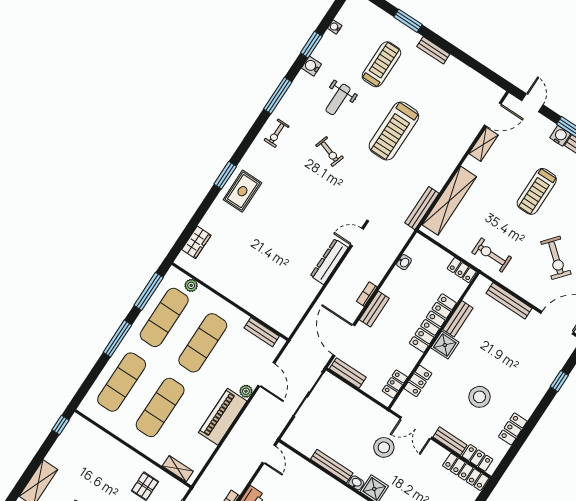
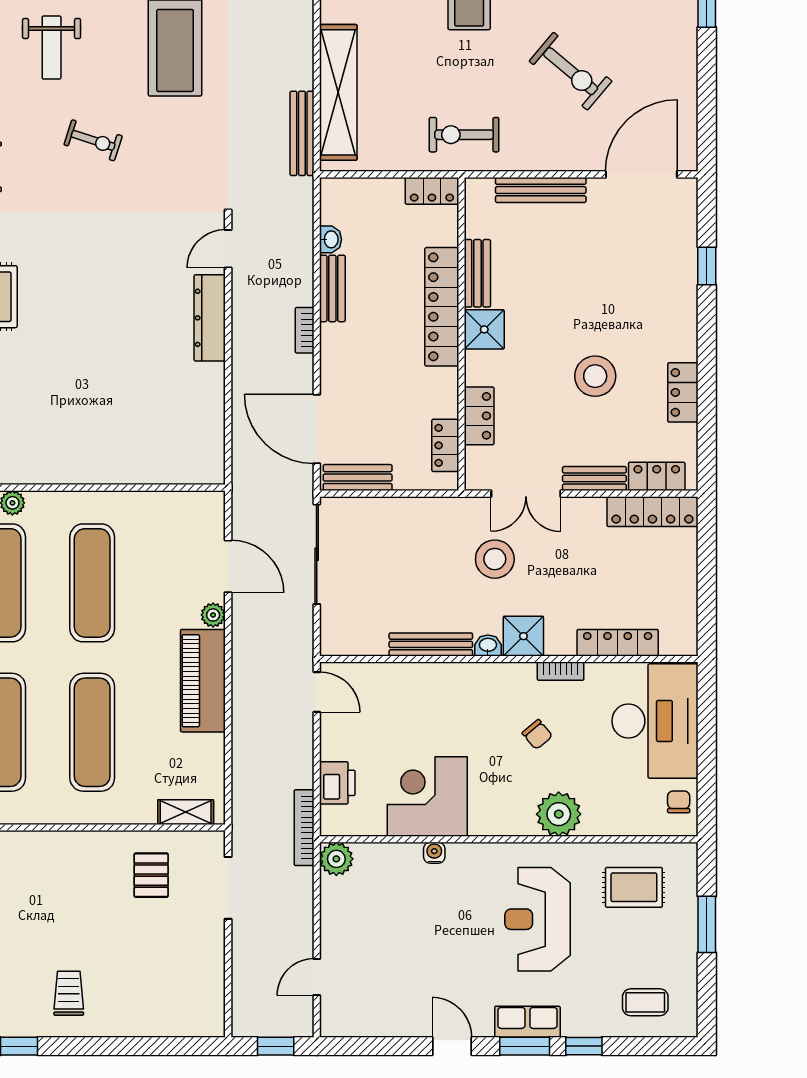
bench: (374, 309) -> (332, 288), moved
bench: (262, 332) -> (176, 503), removed

